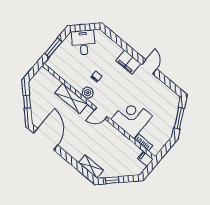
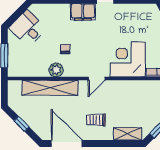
plant: (88, 93) -> (56, 70), moved
shelving: (71, 98) -> (50, 88), width x1.47
trolley: (78, 140) -> (96, 120), added

